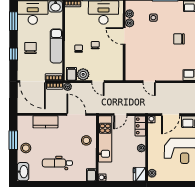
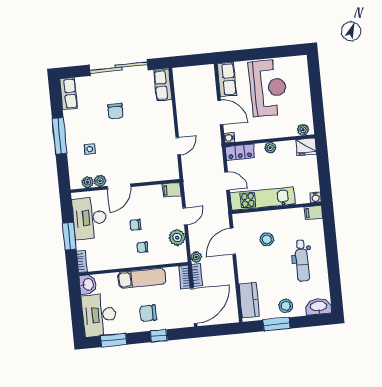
filing cabinet: (71, 74) -> (172, 190), moved
kitchen counter: (45, 122) -> (249, 300), moved
stool: (86, 140) -> (267, 239), moved

